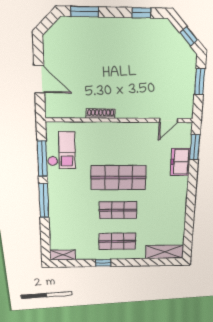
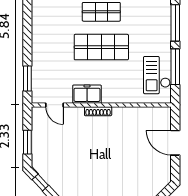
shoe rack: (101, 114) -> (98, 111), moved
door: (169, 120) -> (55, 105), swing flipped
freezer: (180, 162) -> (87, 94), moved, turned -90

